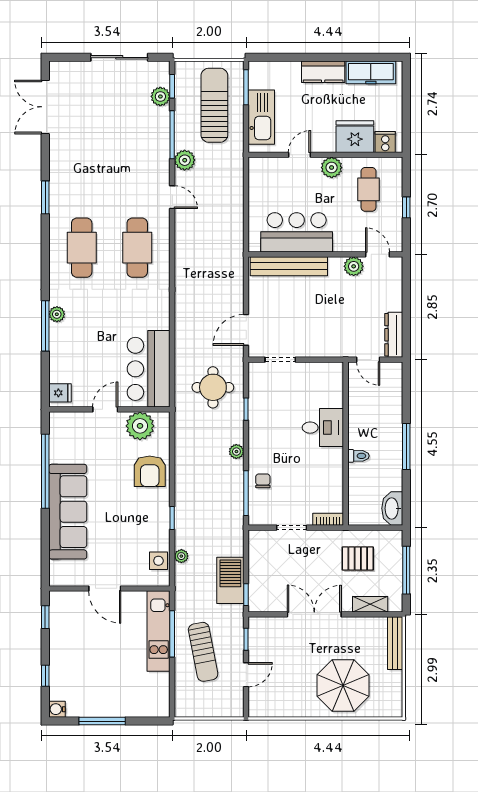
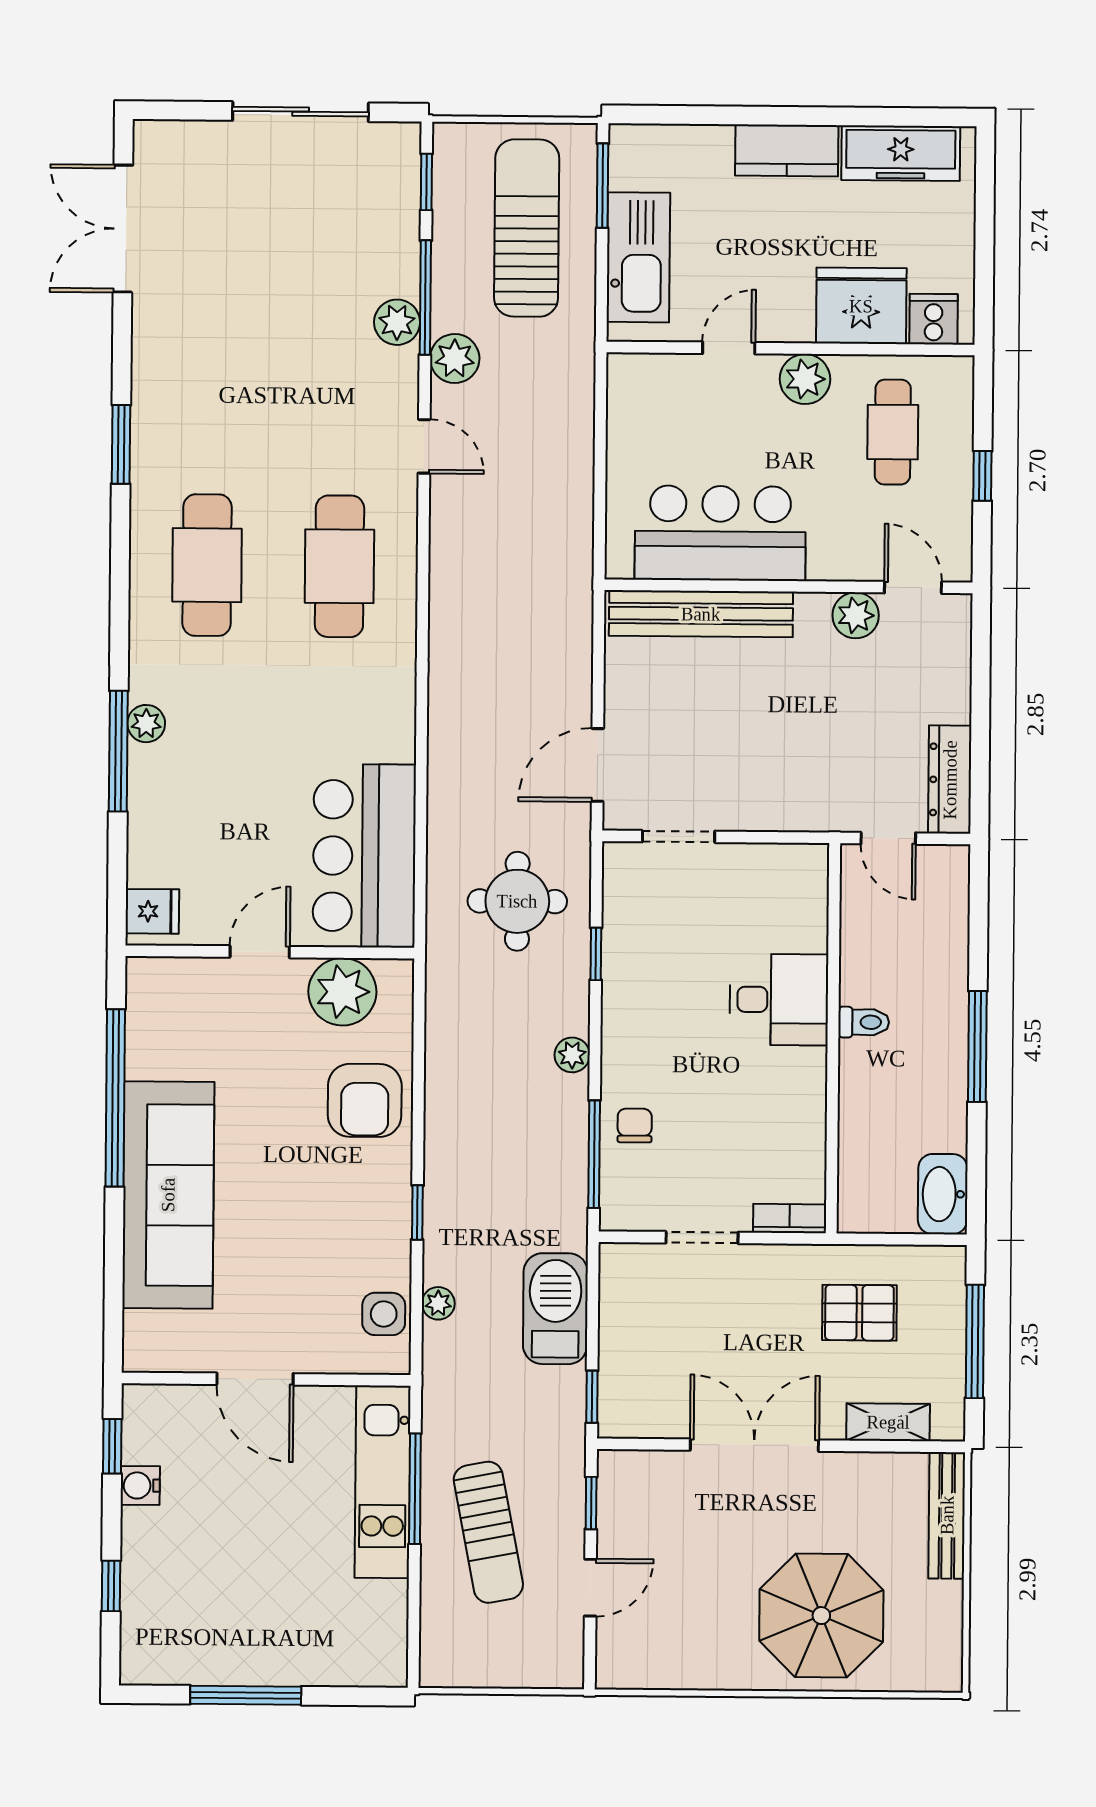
plant: (160, 96) -> (397, 322), moved
toilet: (359, 456) -> (864, 1022), moved
barbecue: (230, 580) -> (555, 1309), moved
water cooler: (57, 709) -> (140, 1485), moved

